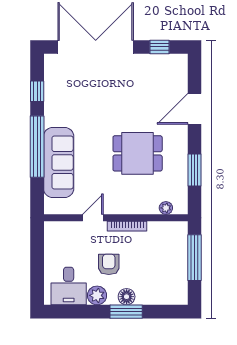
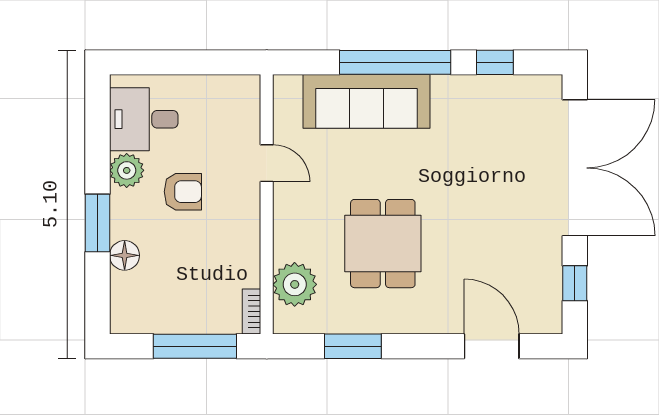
door: (195, 109) -> (492, 346), moved
plant: (166, 208) -> (295, 284), width x1.88, depth x1.88
bookcase: (127, 226) -> (252, 311), moved, width x0.64
floor lamp: (127, 297) -> (125, 255), moved

